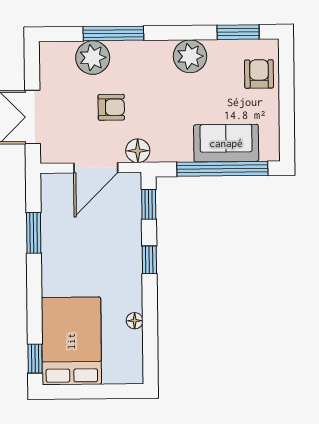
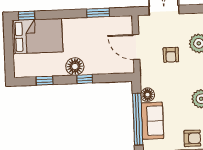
floor lamp: (138, 151) -> (148, 95), moved
window: (149, 204) -> (45, 81), moved
floor lamp: (135, 321) -> (75, 67), moved, width x1.89, depth x1.89

